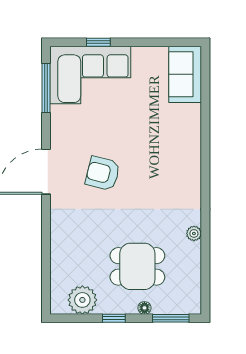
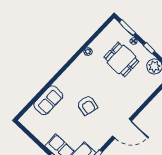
sofa: (185, 74) -> (48, 100), moved
armchair: (103, 173) -> (87, 105), moved

